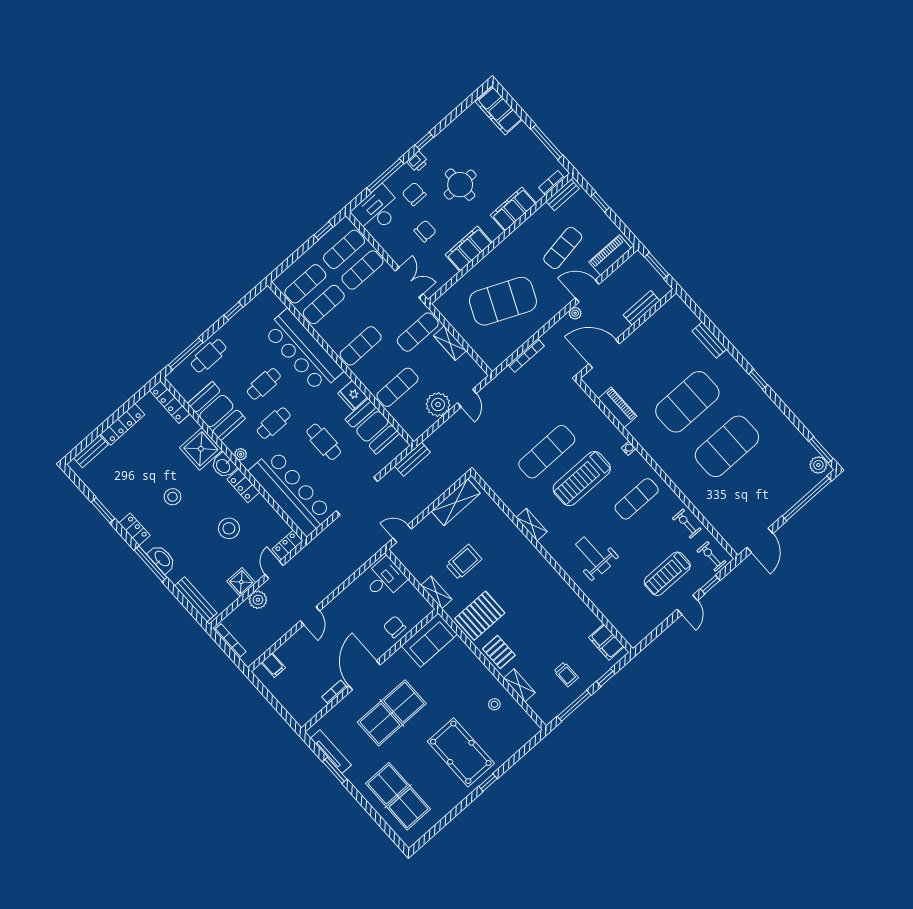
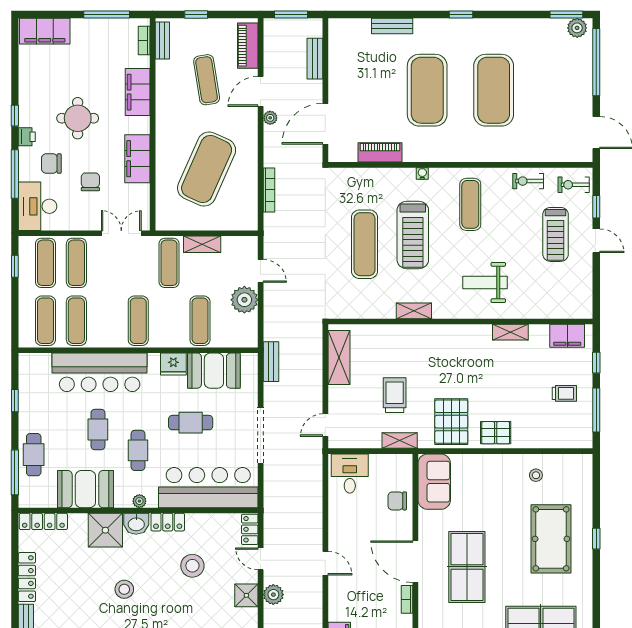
shelving: (519, 685) -> (510, 332), moved
pool table: (461, 752) -> (551, 539), turned 90

